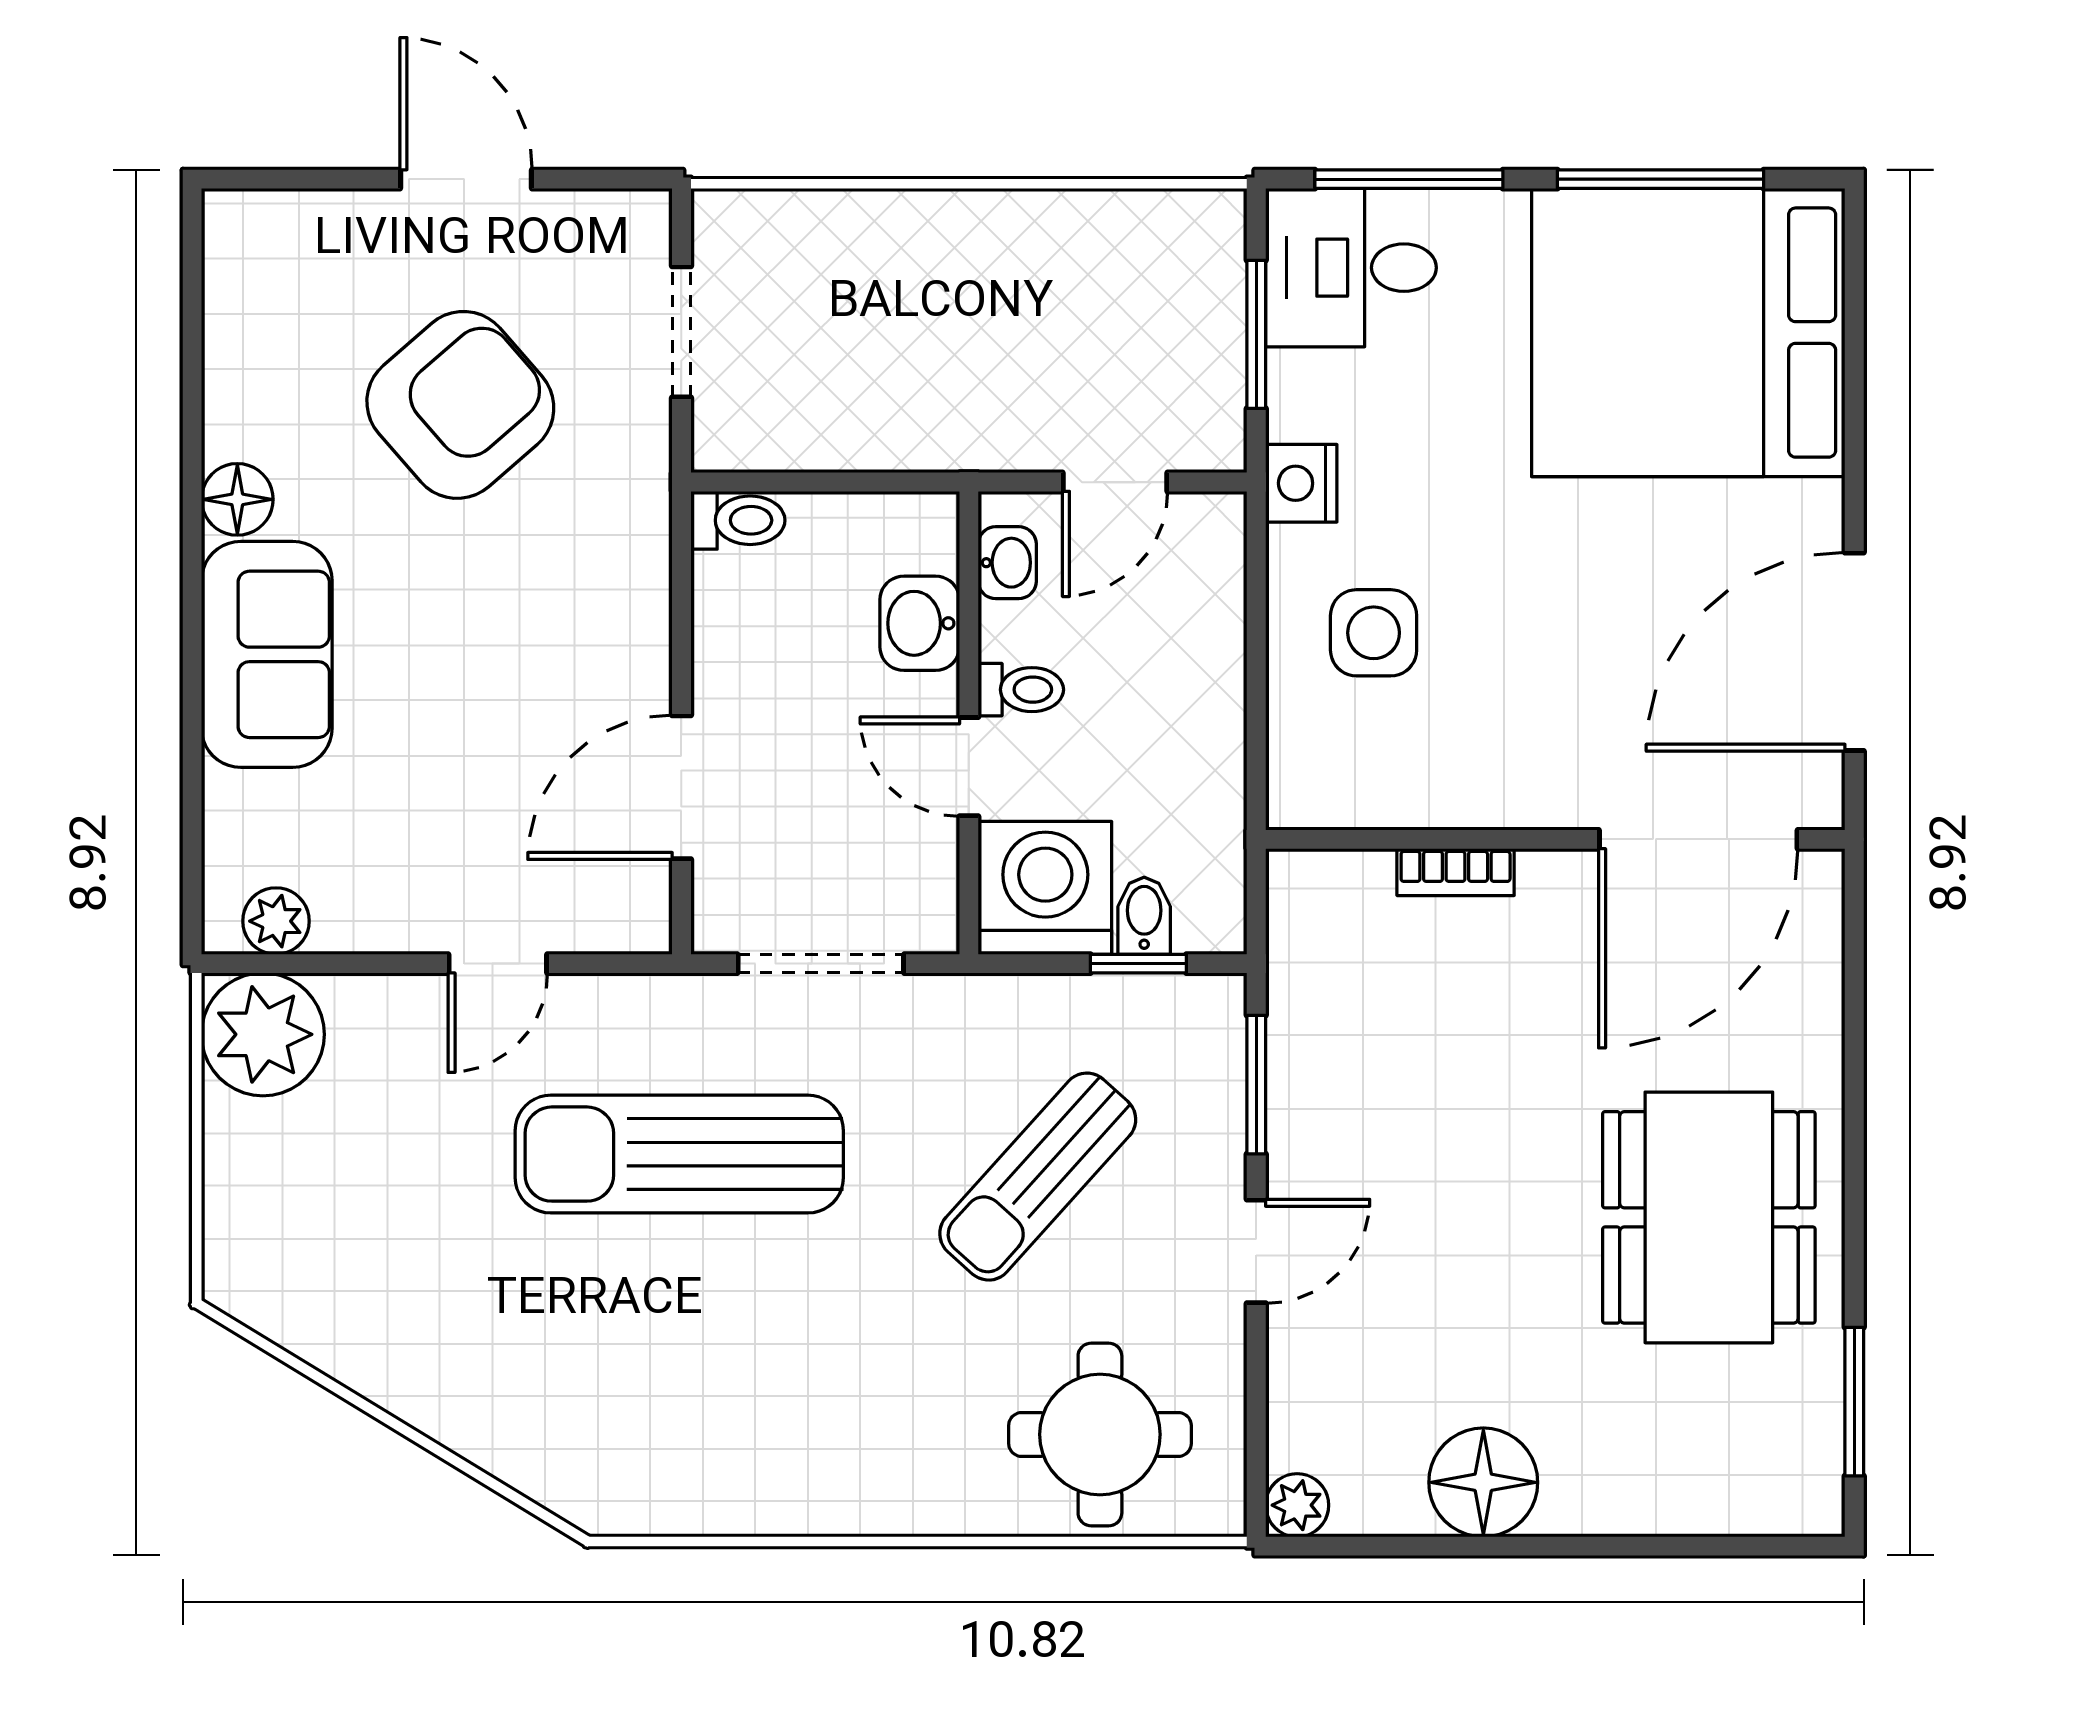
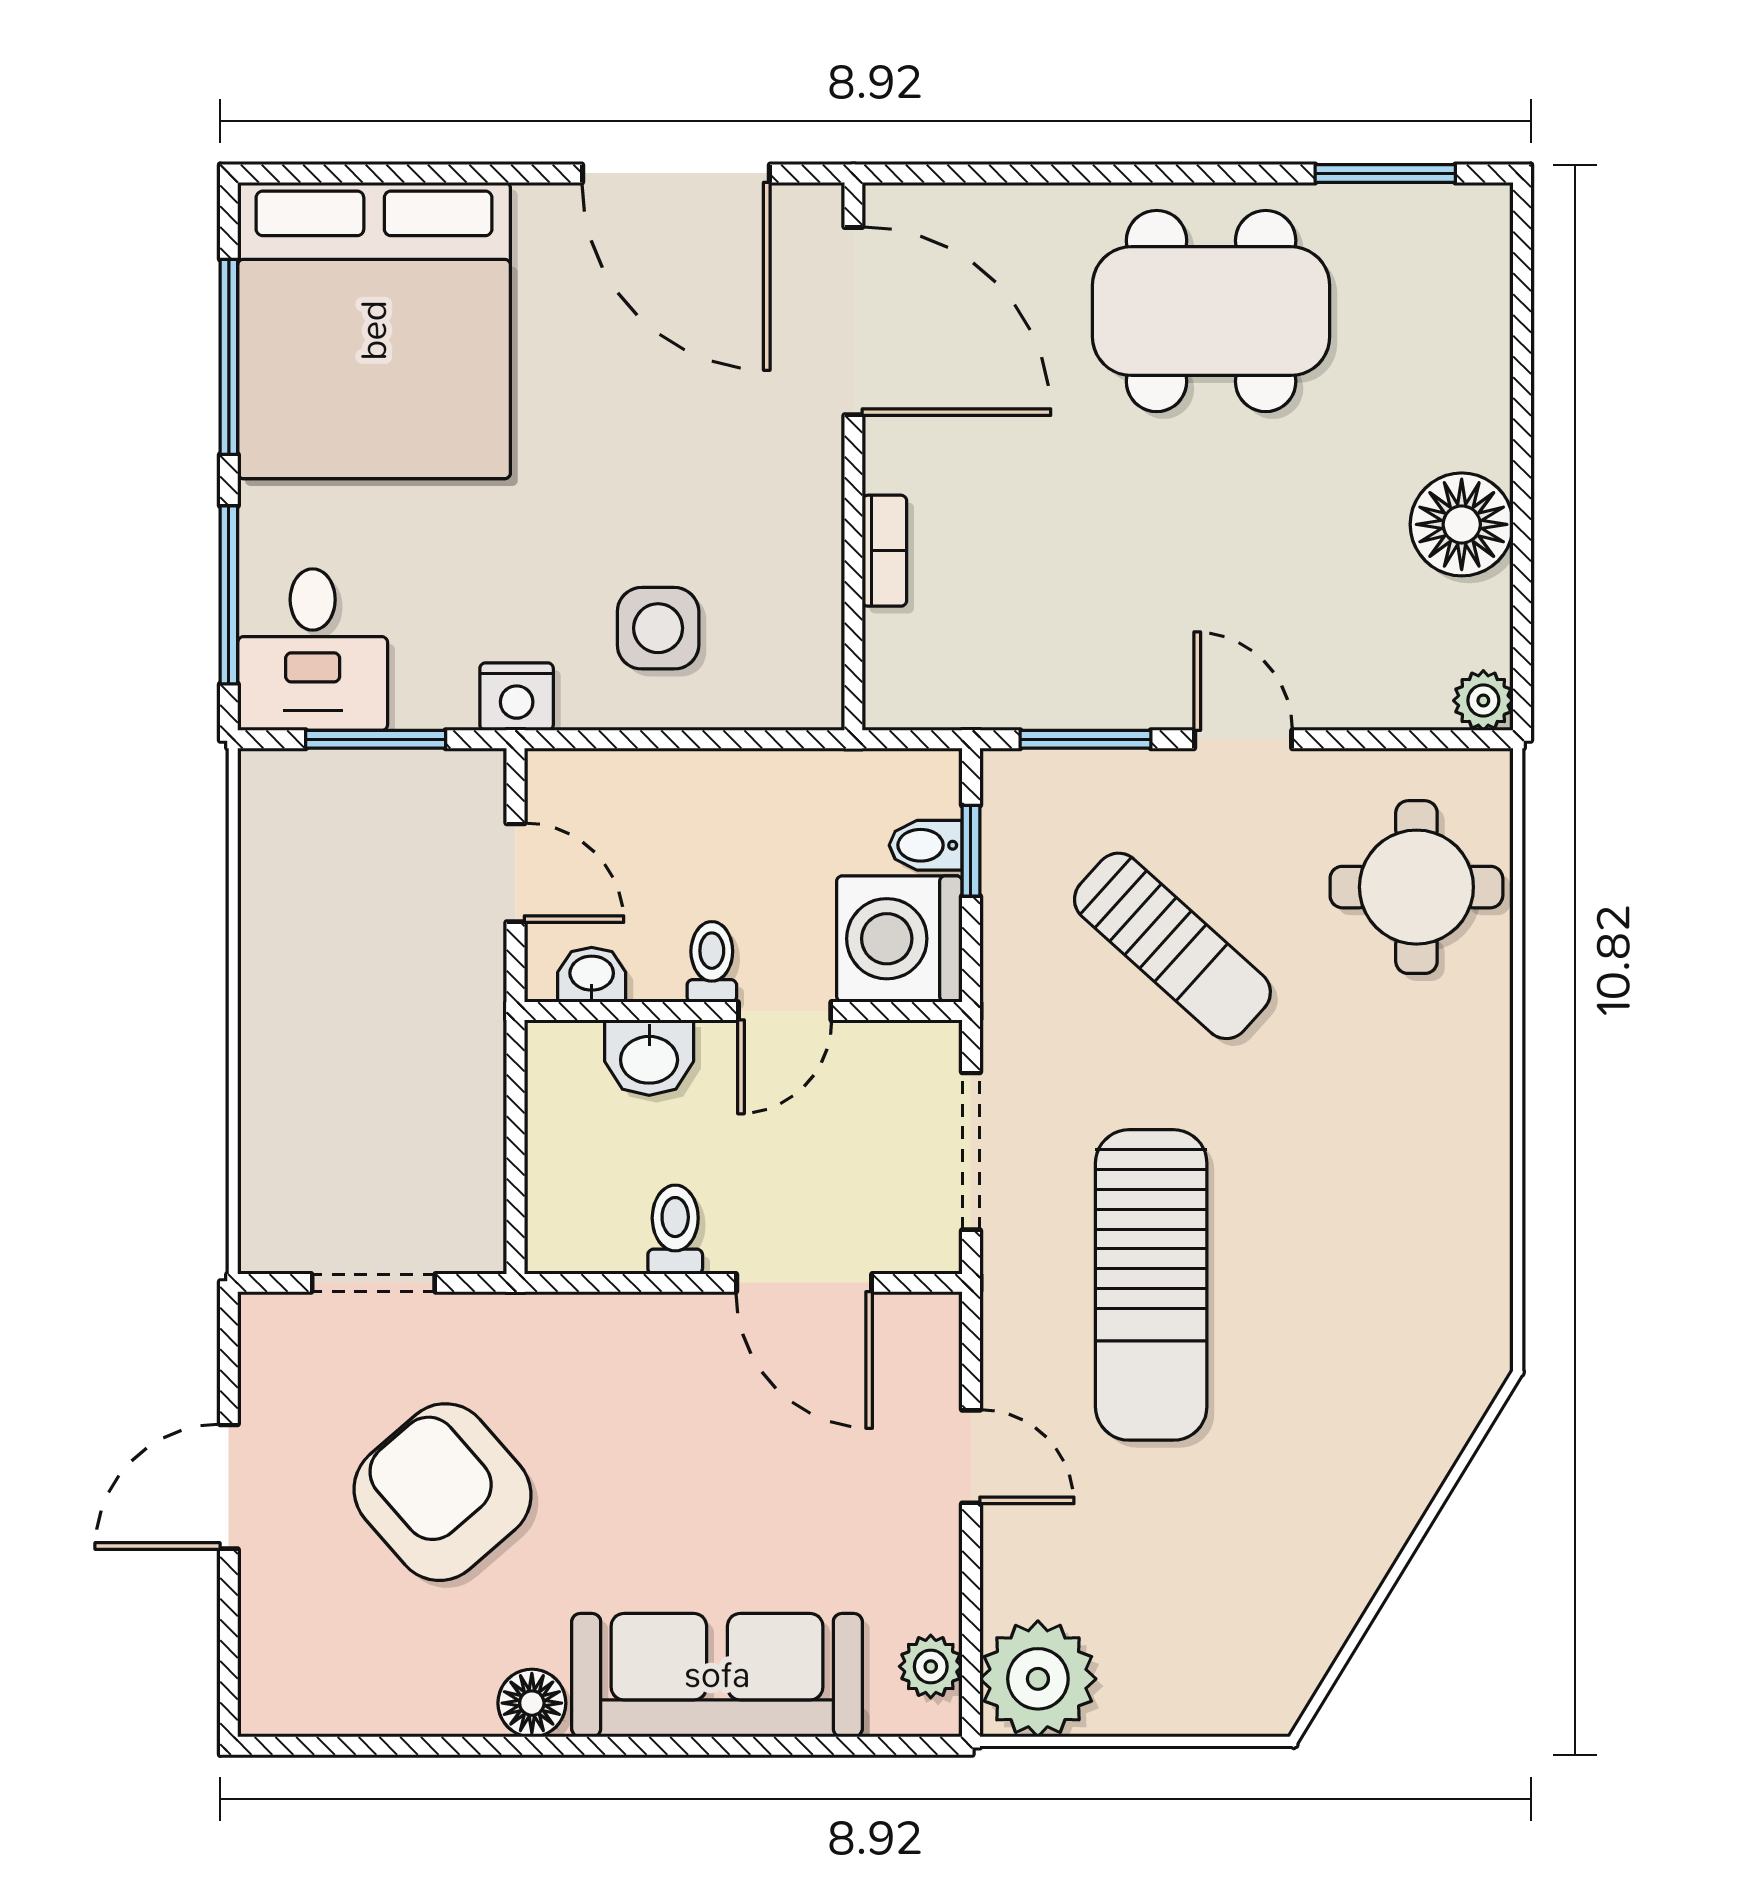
toilet: (738, 520) -> (675, 1230), moved
sofa: (267, 654) -> (717, 1675), width x1.36

